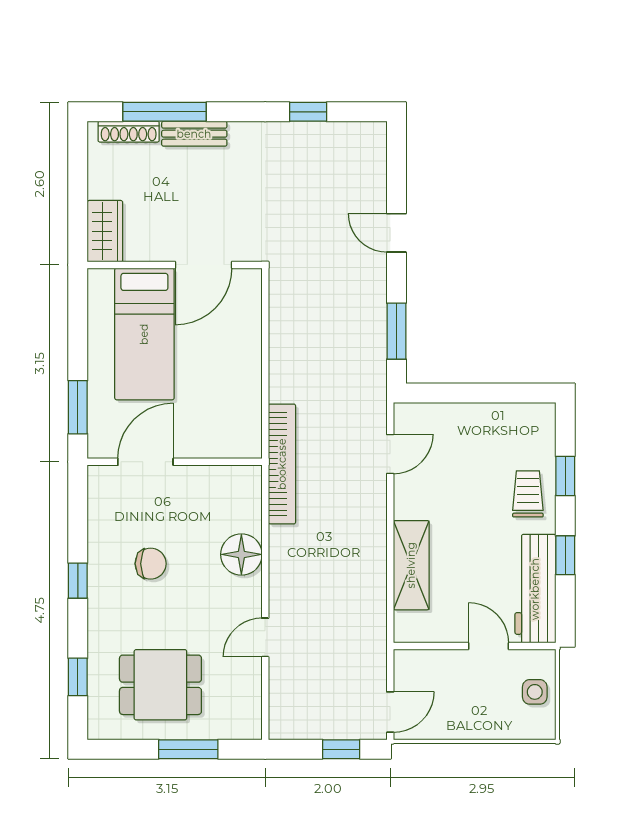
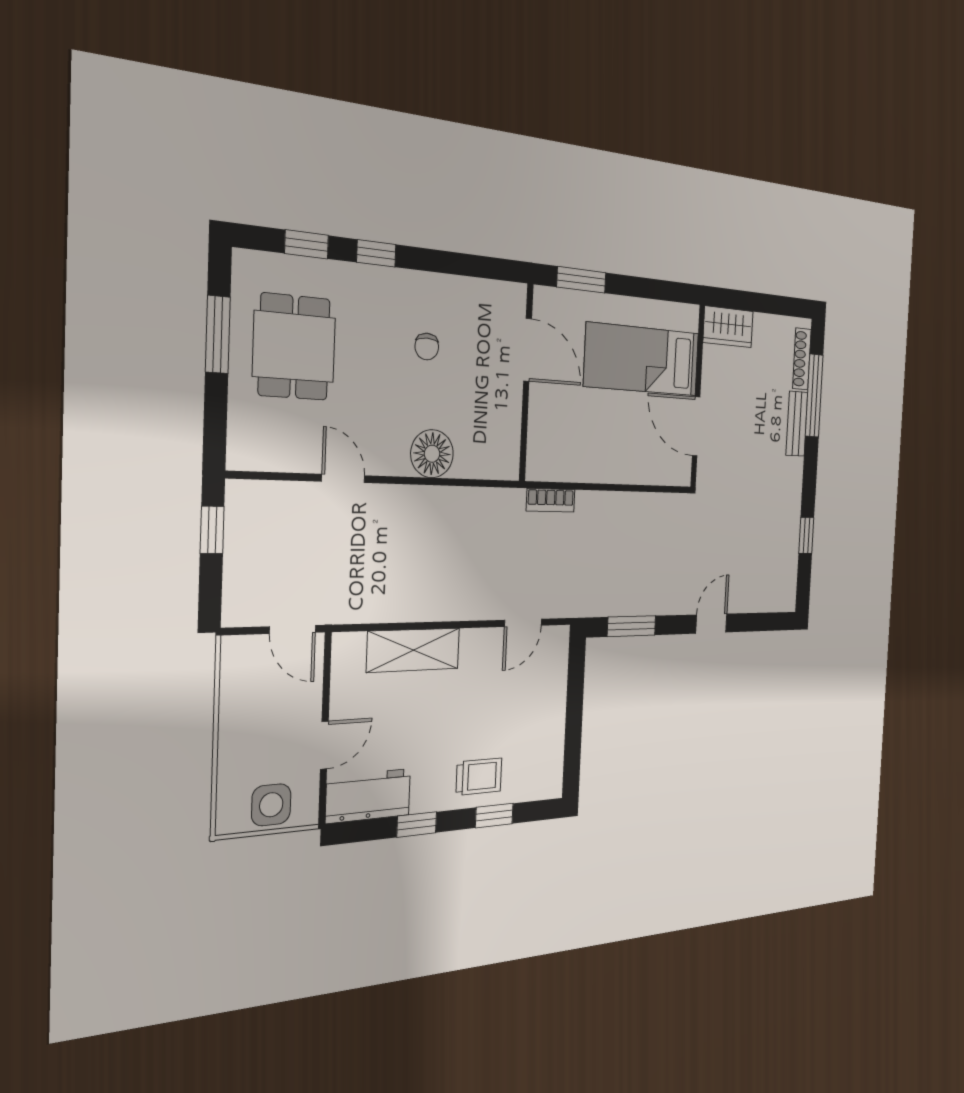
door: (390, 454) -> (523, 623), hinge flipped
bookcase: (282, 464) -> (551, 500), width x0.43, depth x0.76
chair: (151, 564) -> (427, 347), width x0.73, depth x0.73
window: (78, 581) -> (376, 253), moved
workbench: (535, 589) -> (368, 796), width x0.73
side table: (535, 692) -> (271, 805), width x1.37, depth x1.37
door: (390, 712) -> (293, 629), moved
window: (188, 749) -> (218, 335), moved
window: (341, 749) -> (212, 530), moved

